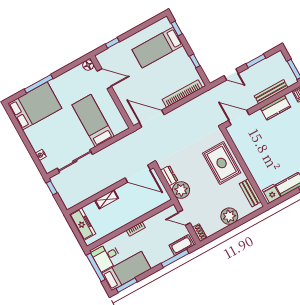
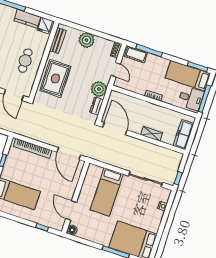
cafe table: (258, 152) -> (25, 61), added

